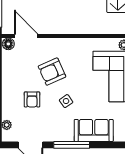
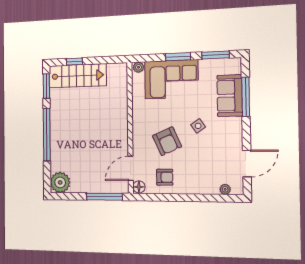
armchair: (32, 99) -> (165, 177), moved
window: (72, 145) -> (246, 97), moved

